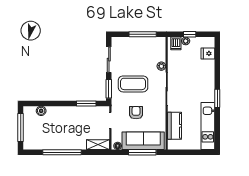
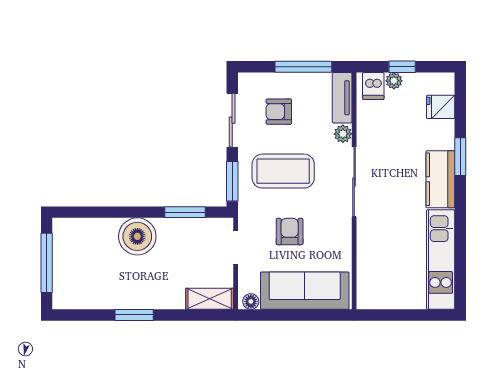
tv unit: (161, 49) -> (342, 98), added
armchair: (131, 56) -> (279, 112), added
window: (217, 98) -> (460, 157), moved
boiler: (41, 111) -> (137, 236), moved, width x1.86, depth x1.86
kitchen counter: (175, 126) -> (440, 179), moved, turned 180
window: (62, 152) -> (134, 315), width x0.47
window: (142, 152) -> (303, 315), removed

